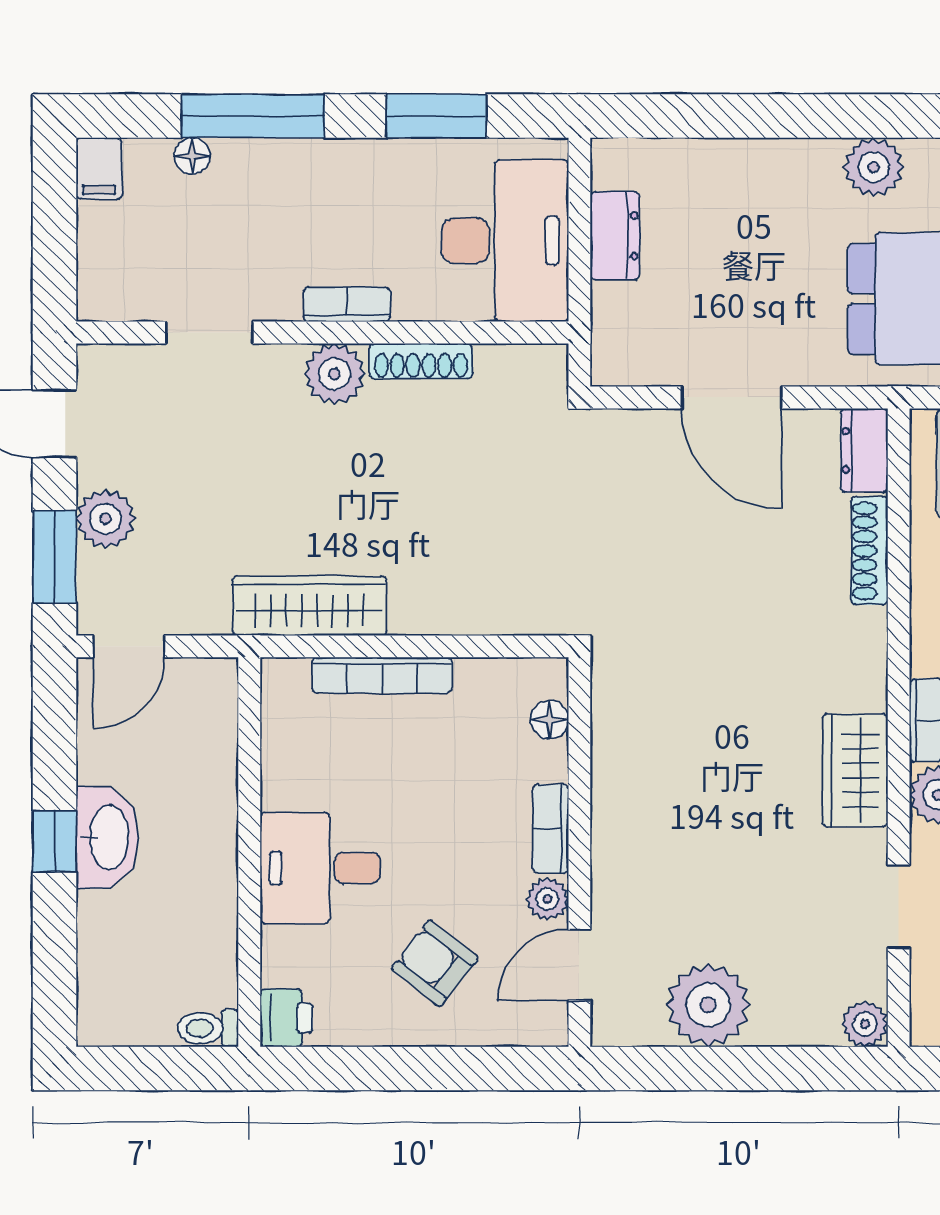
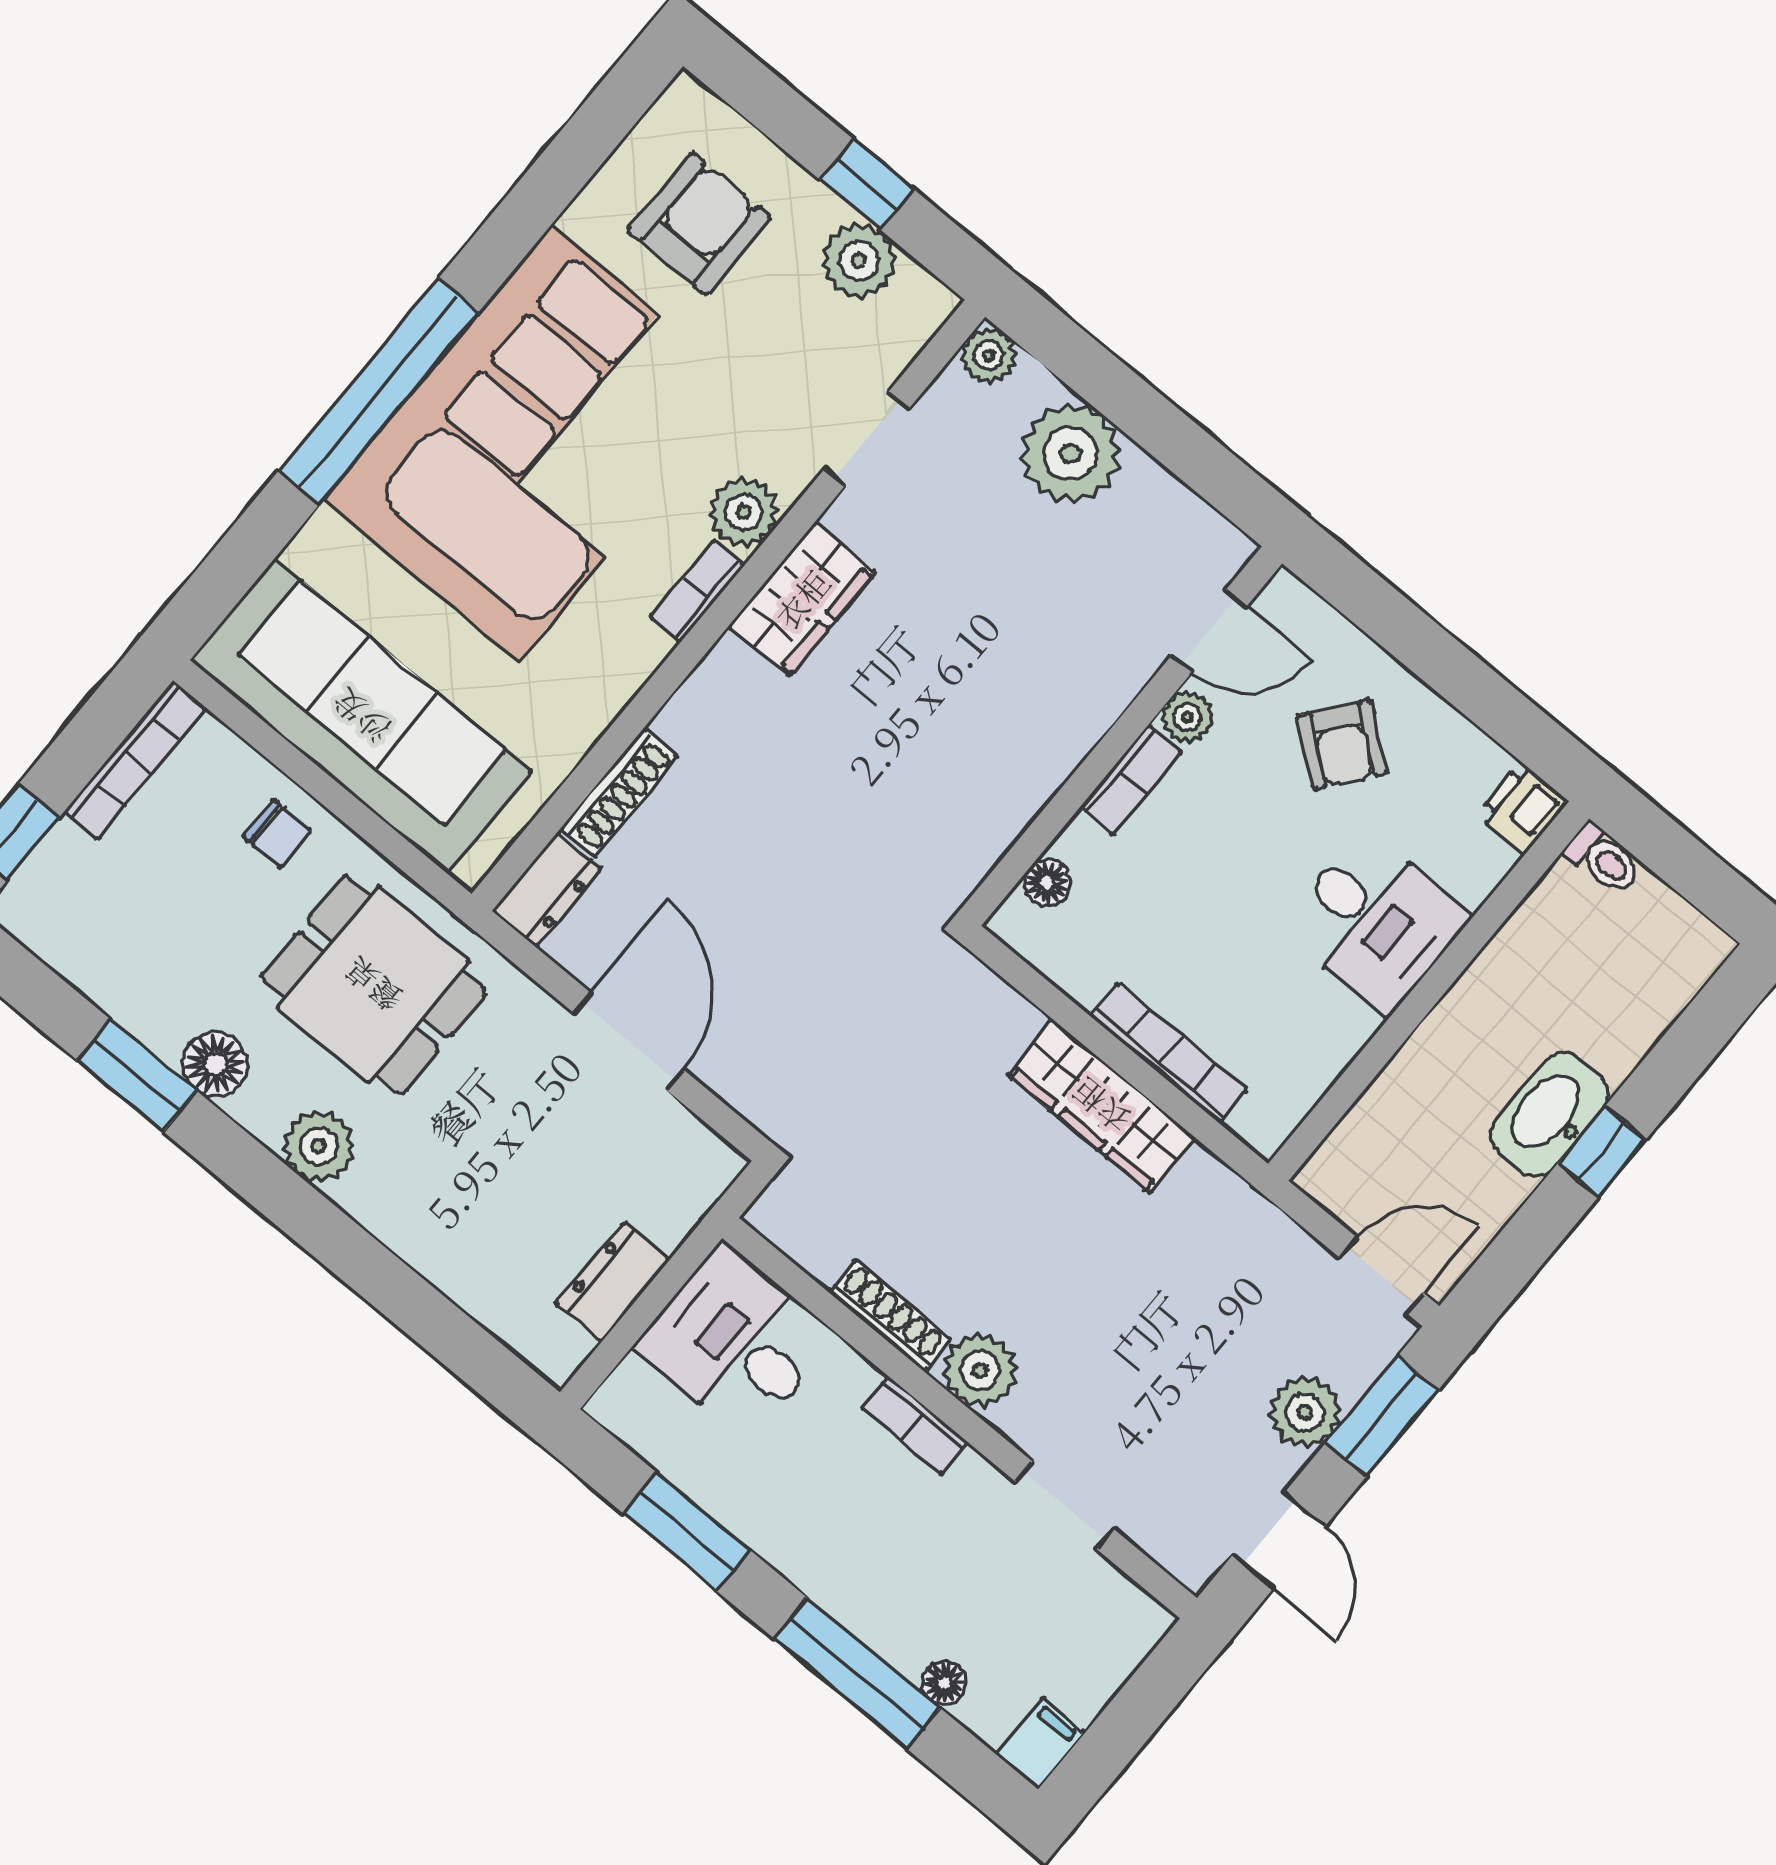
desk: (505, 241) -> (736, 1342), width x0.73
wardrobe: (309, 606) -> (1101, 1106), moved
plant: (708, 1005) -> (1071, 453), moved

